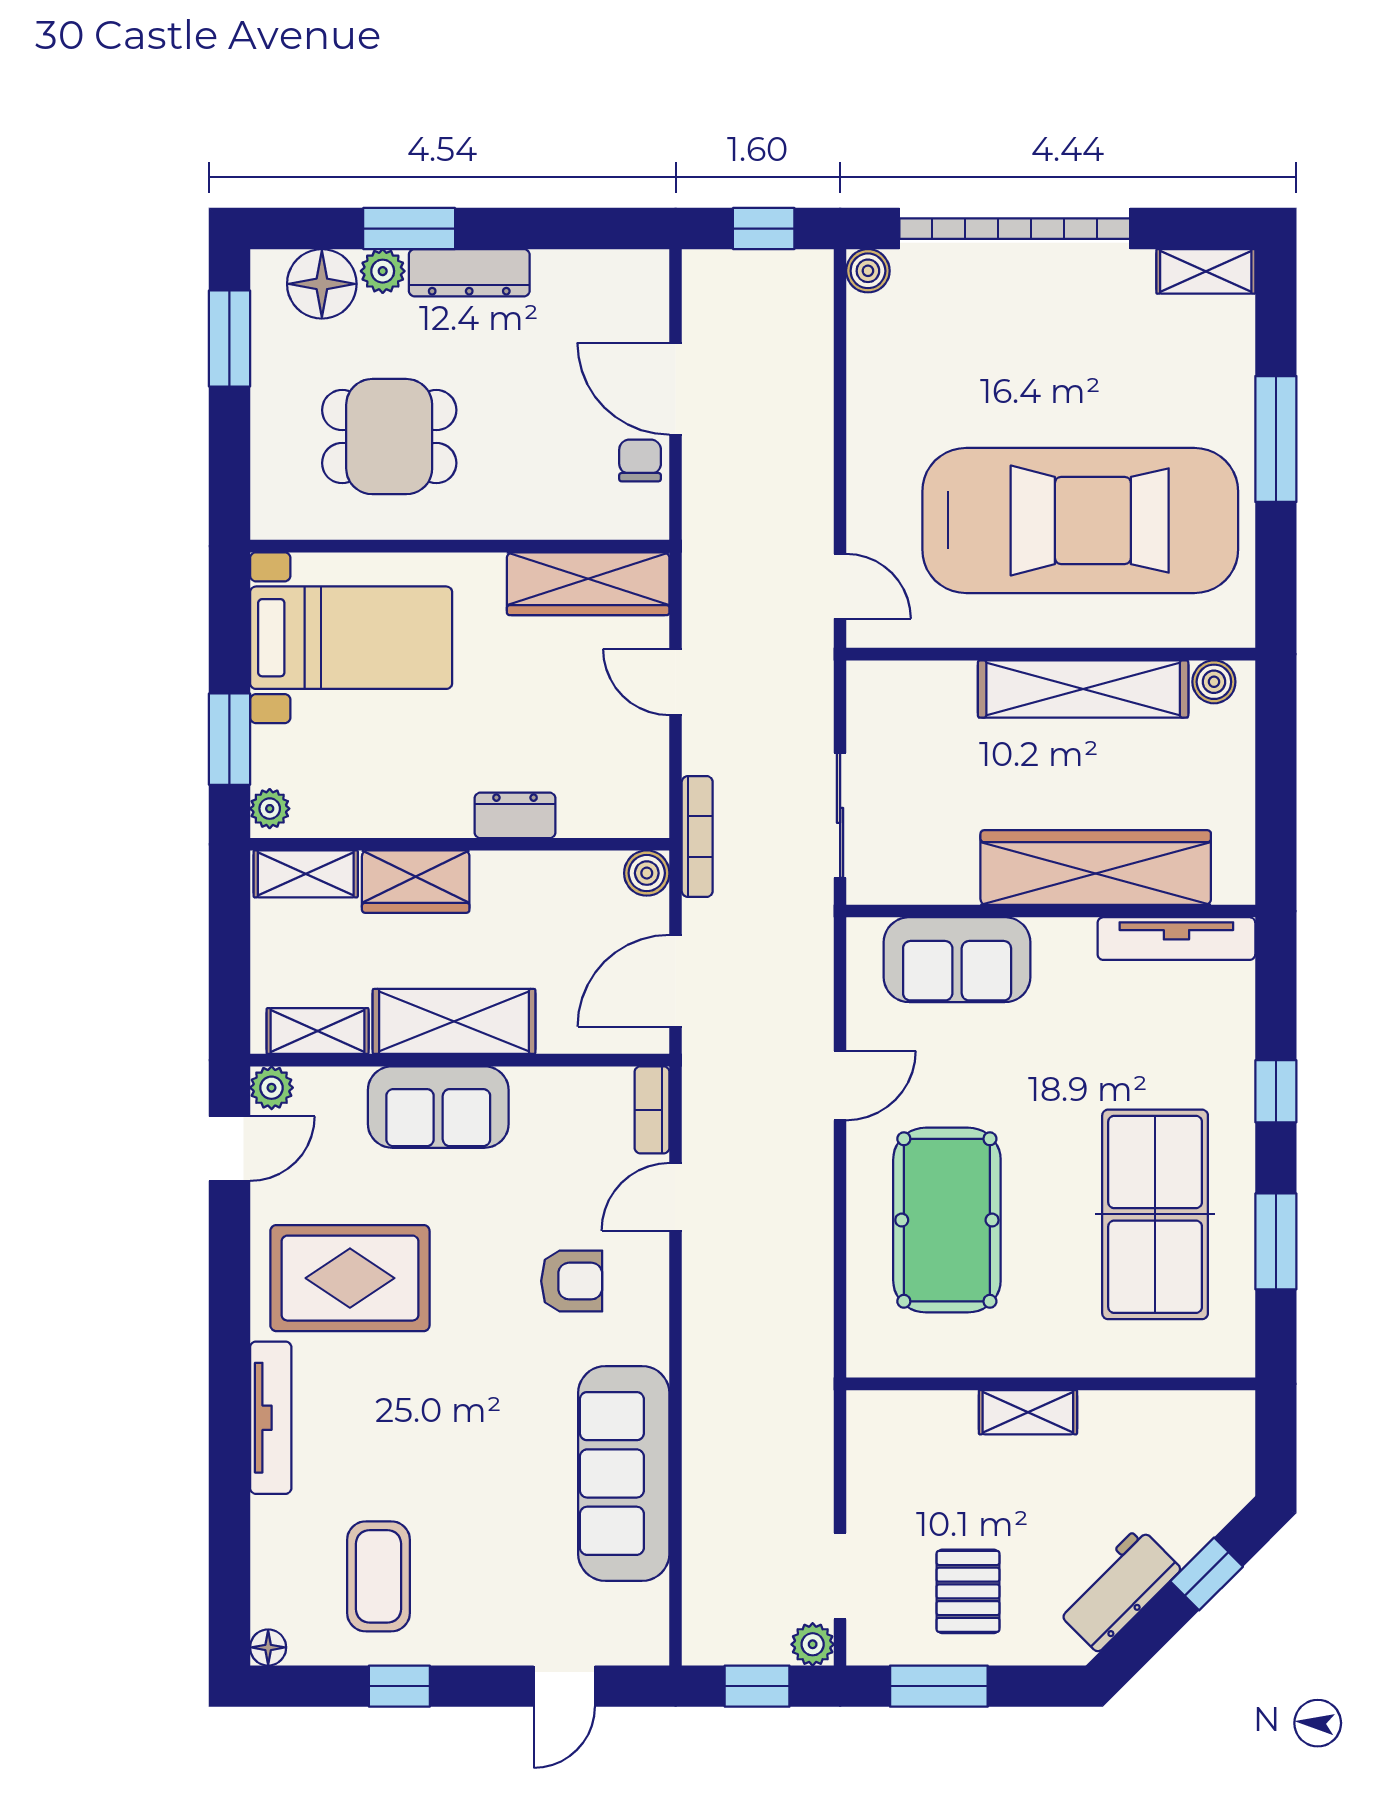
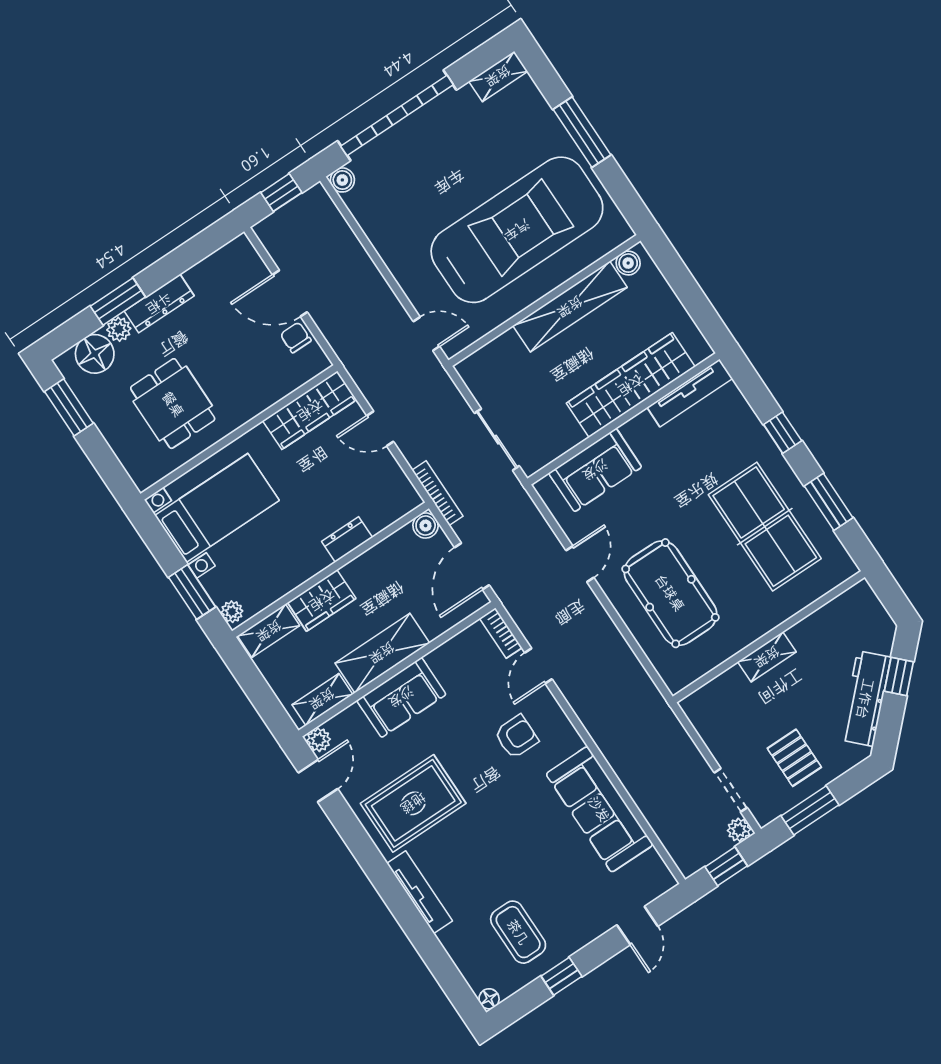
dining table: (389, 437) -> (173, 404), turned 90
workbench: (1118, 1589) -> (865, 699), width x1.38

